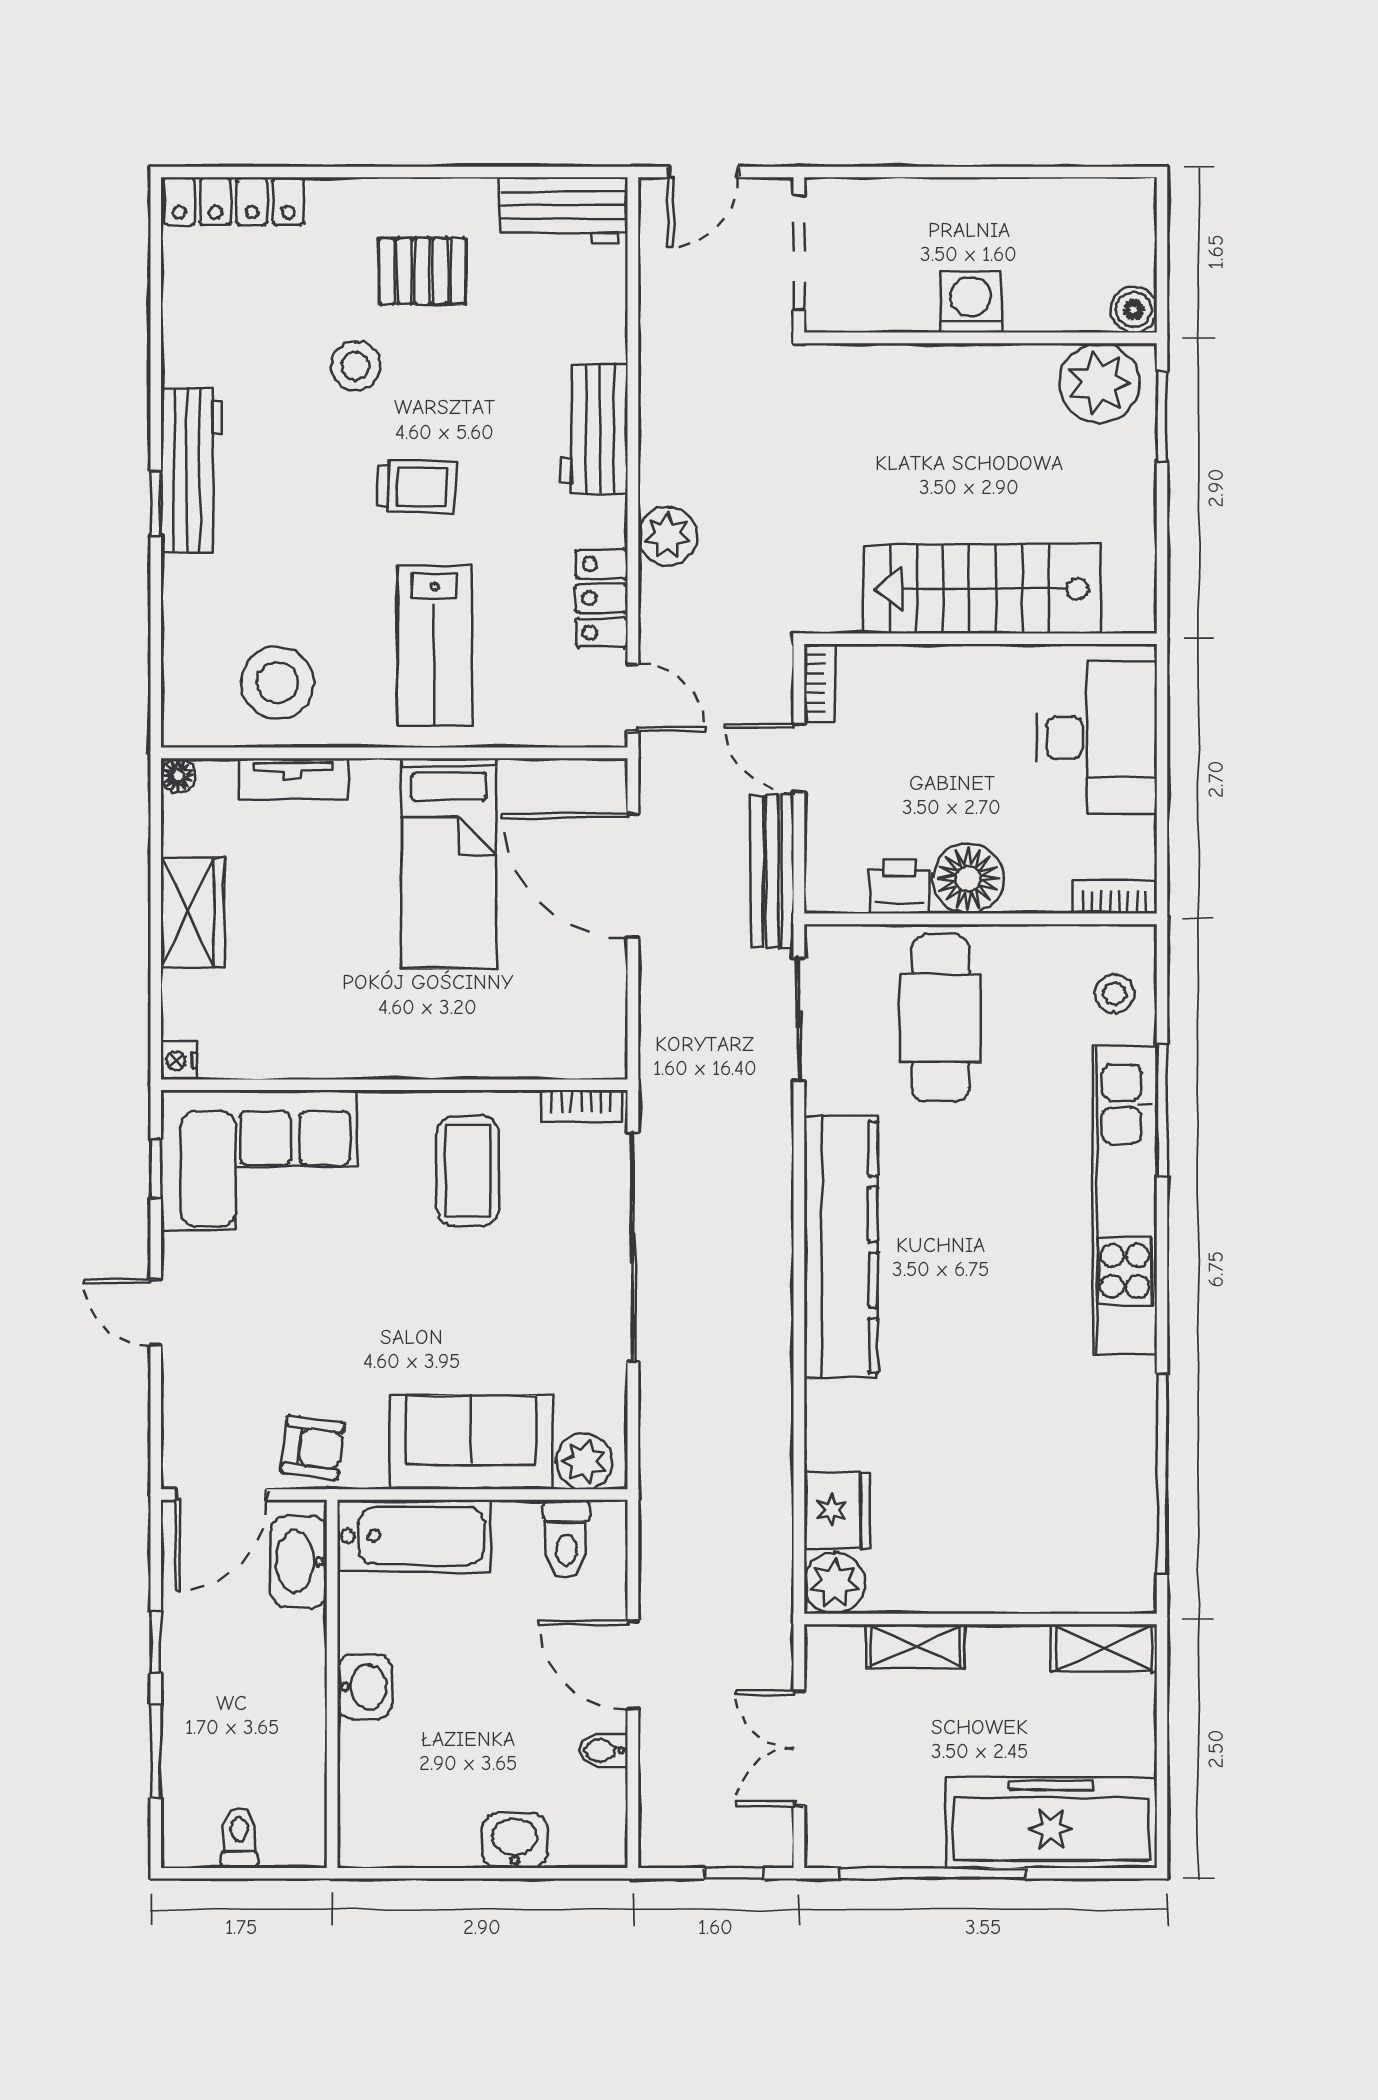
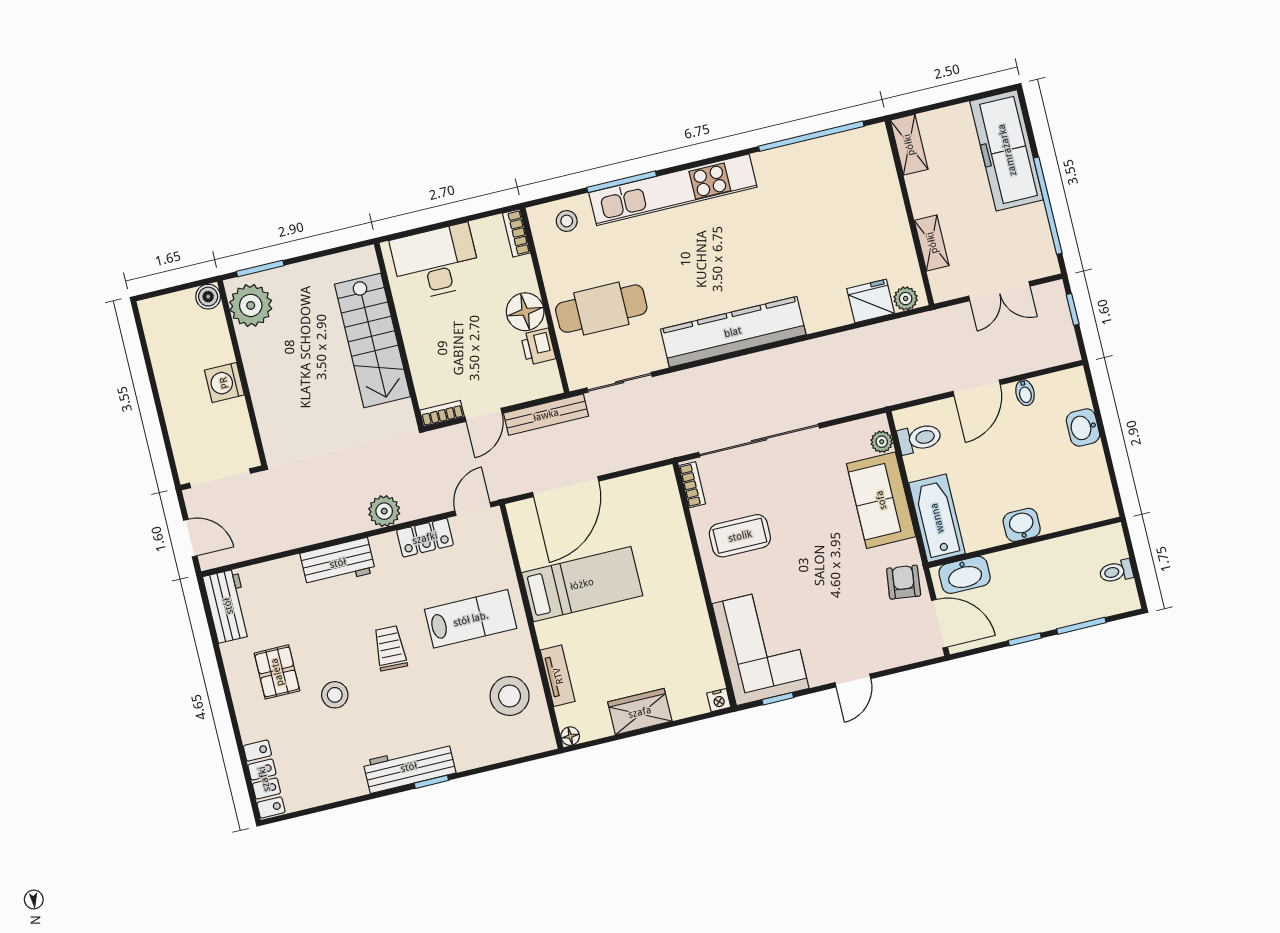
plant: (584, 1461) -> (882, 442), width x0.73, depth x0.73
plant: (835, 1583) -> (906, 299), width x0.73, depth x0.73

